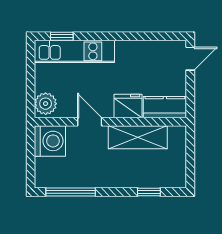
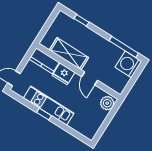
window: (62, 36) -> (44, 114), moved
kitchen unit: (74, 51) -> (49, 106), moved
washing machine: (50, 141) -> (128, 64), moved

